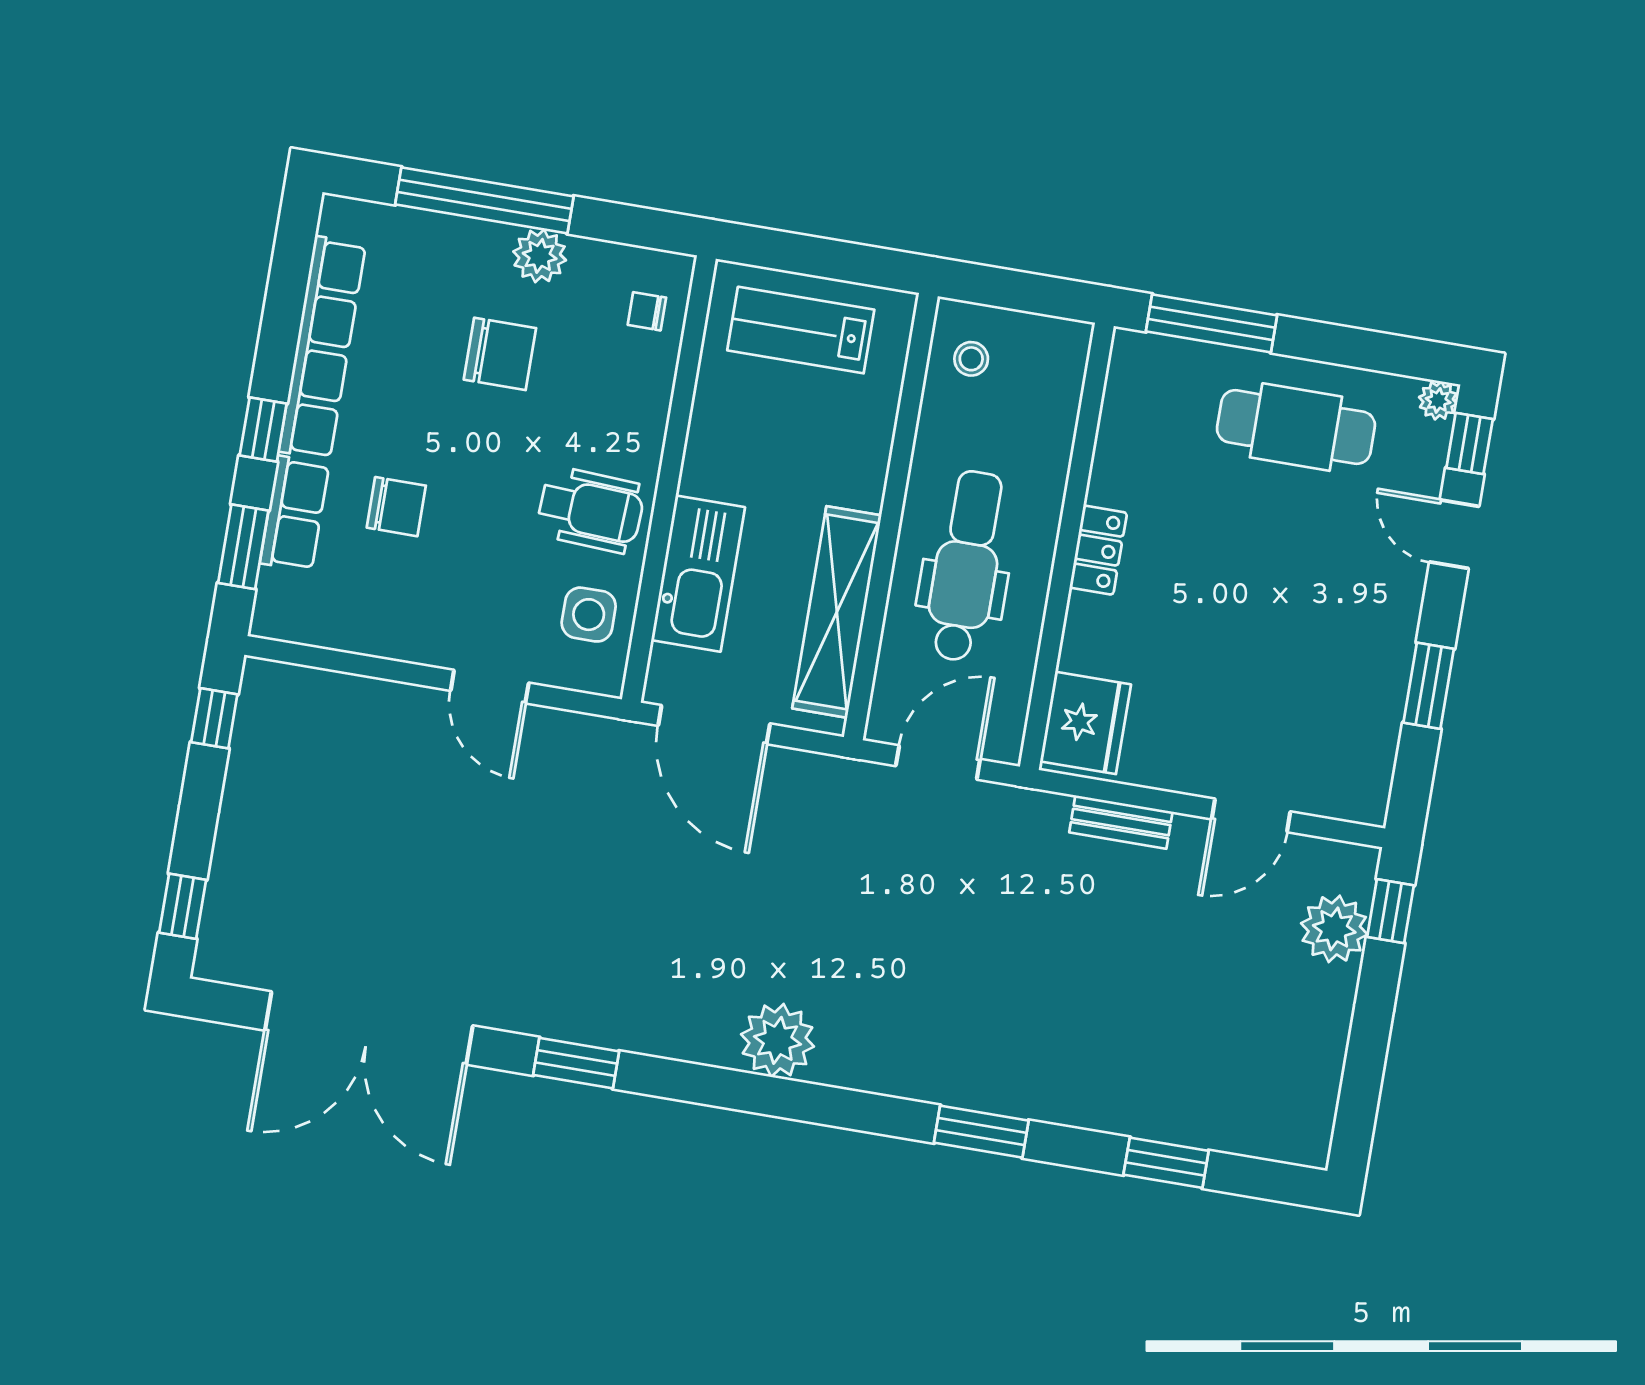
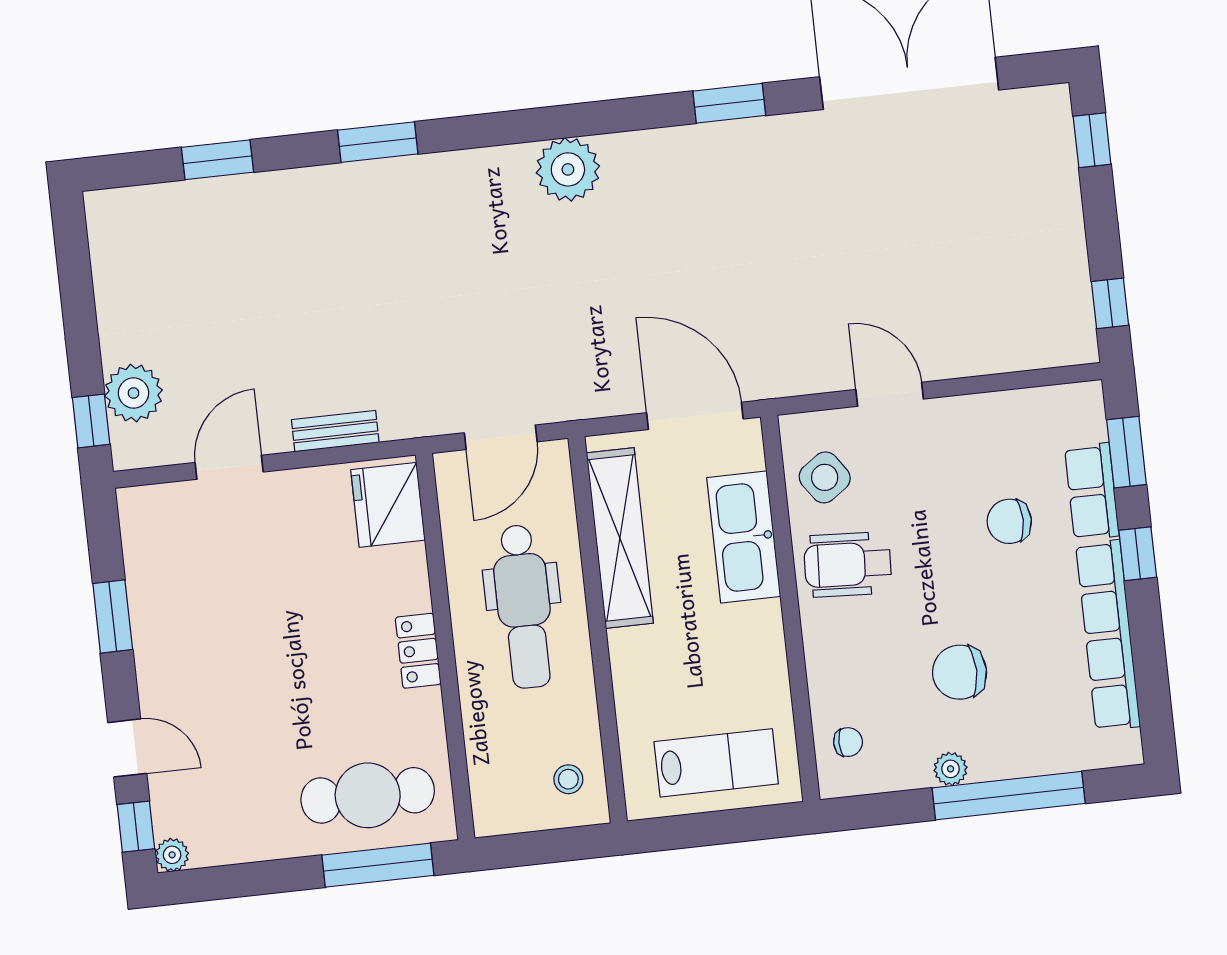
plant: (540, 256) -> (951, 769), width x0.73, depth x0.73
cafe table: (1296, 427) -> (368, 795), moved
side table: (589, 615) -> (825, 477), turned -35

